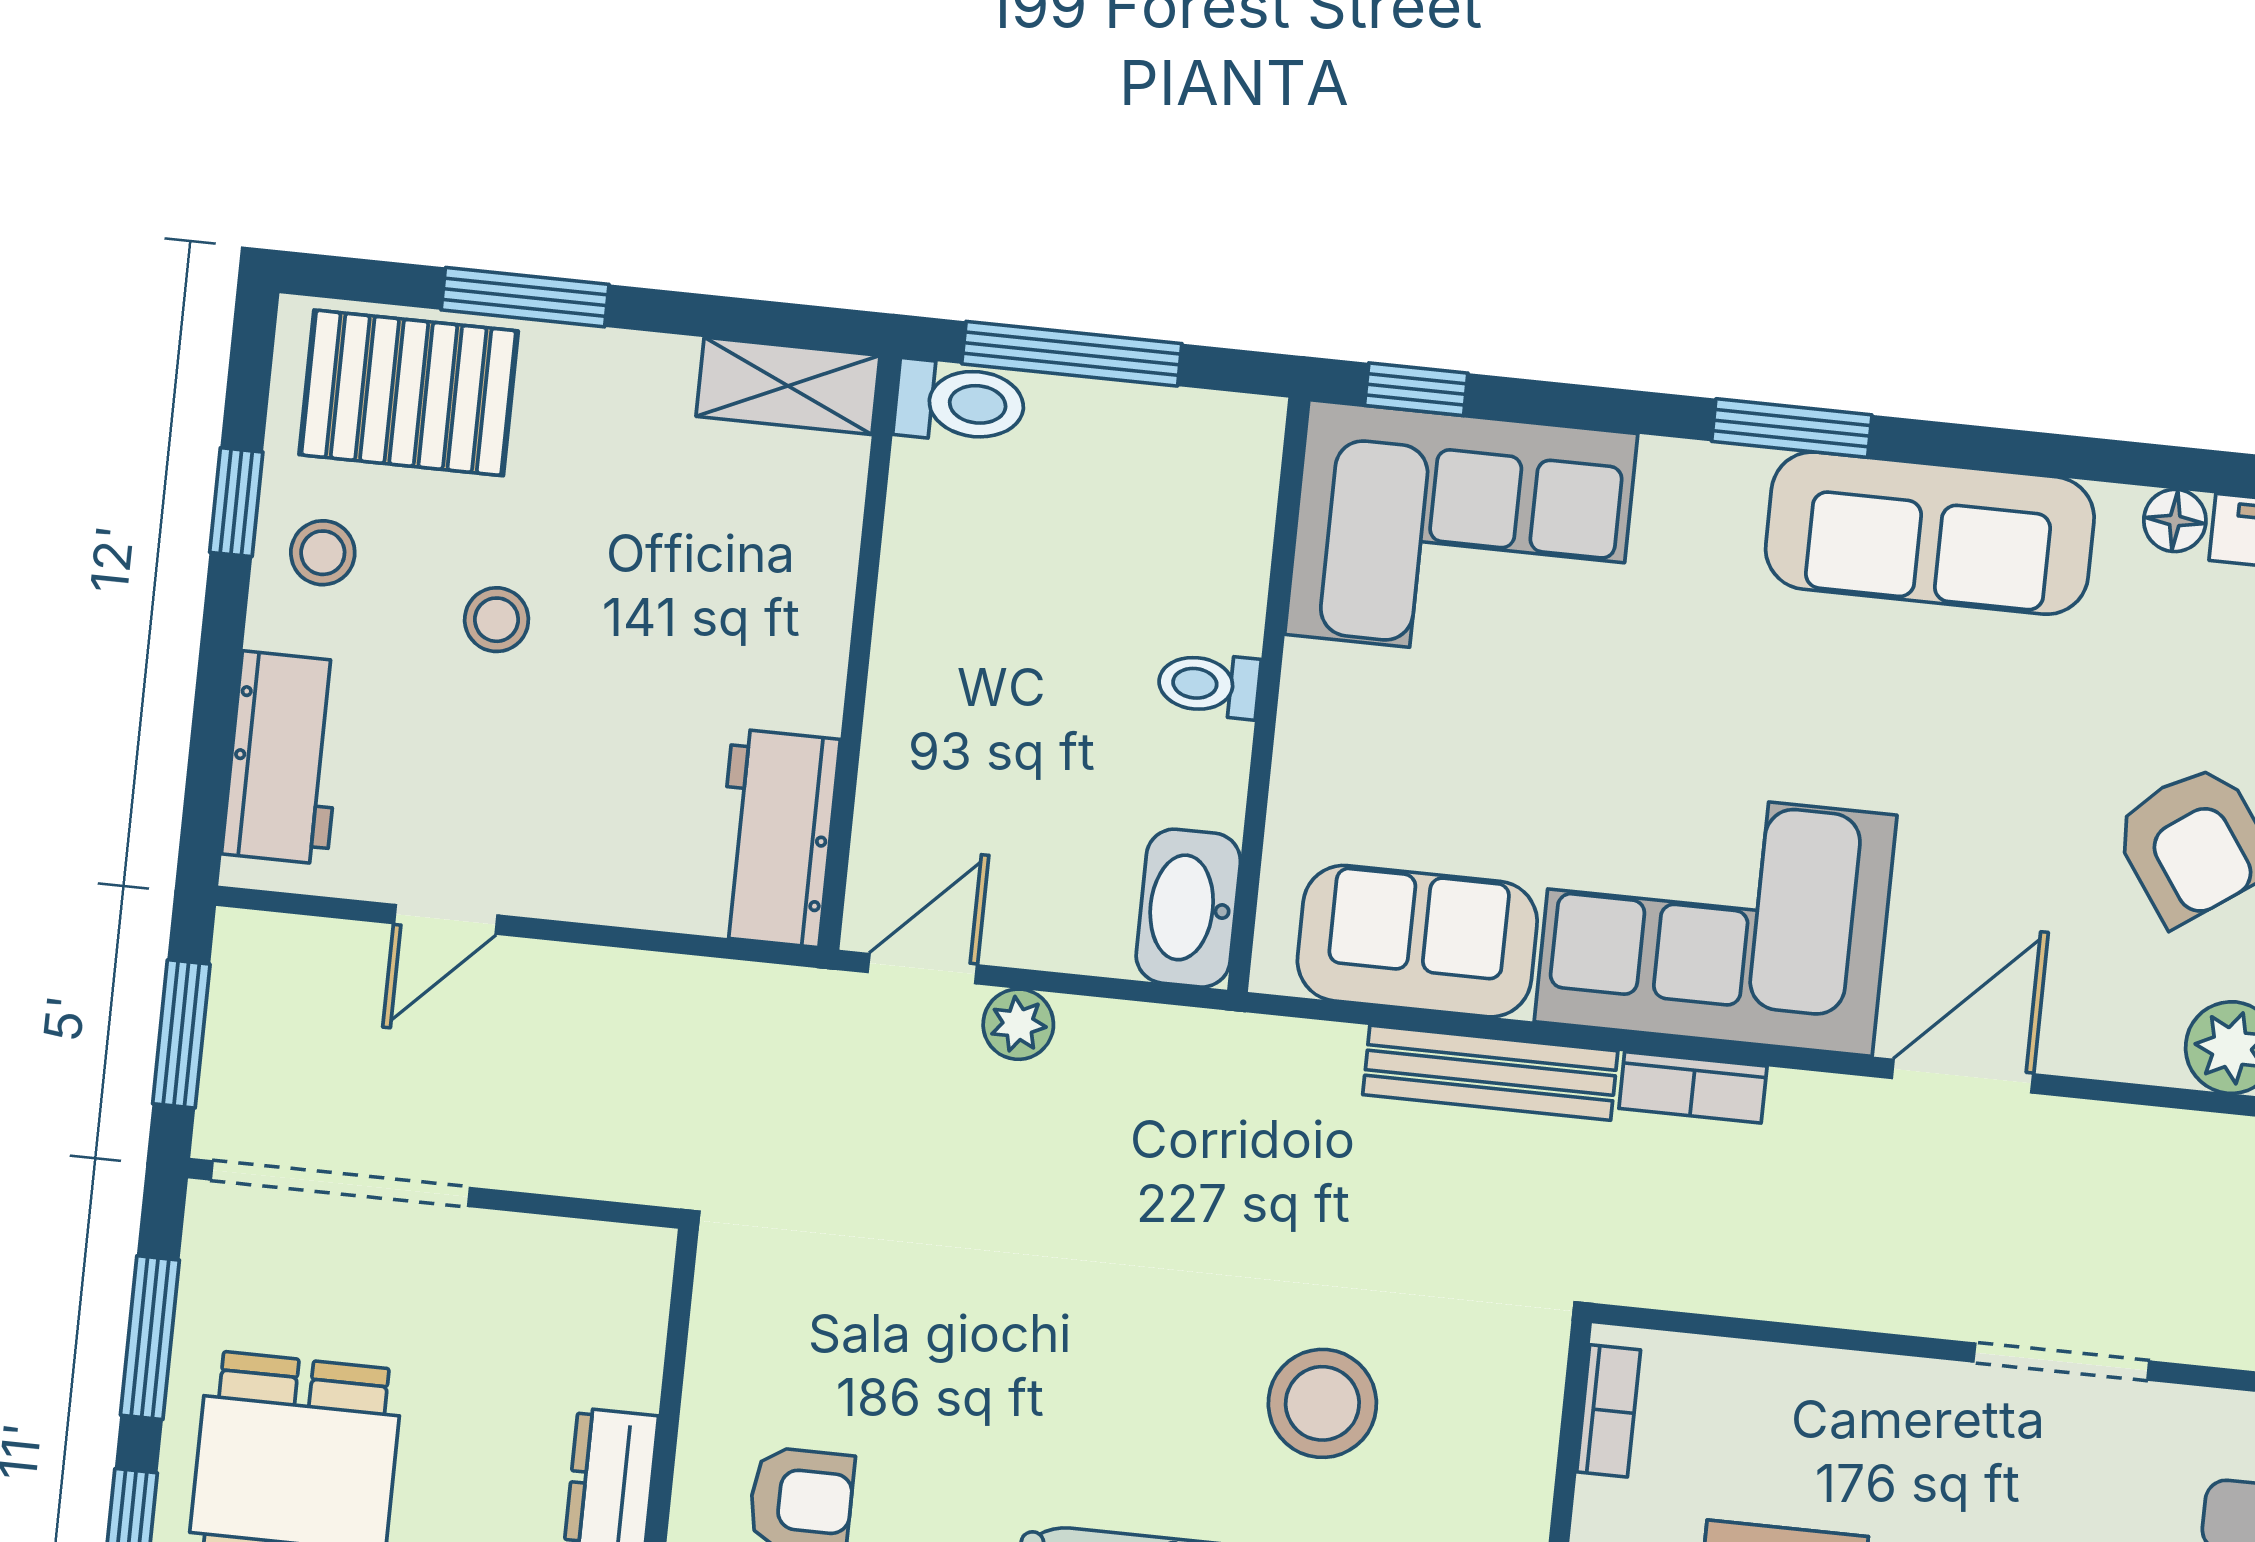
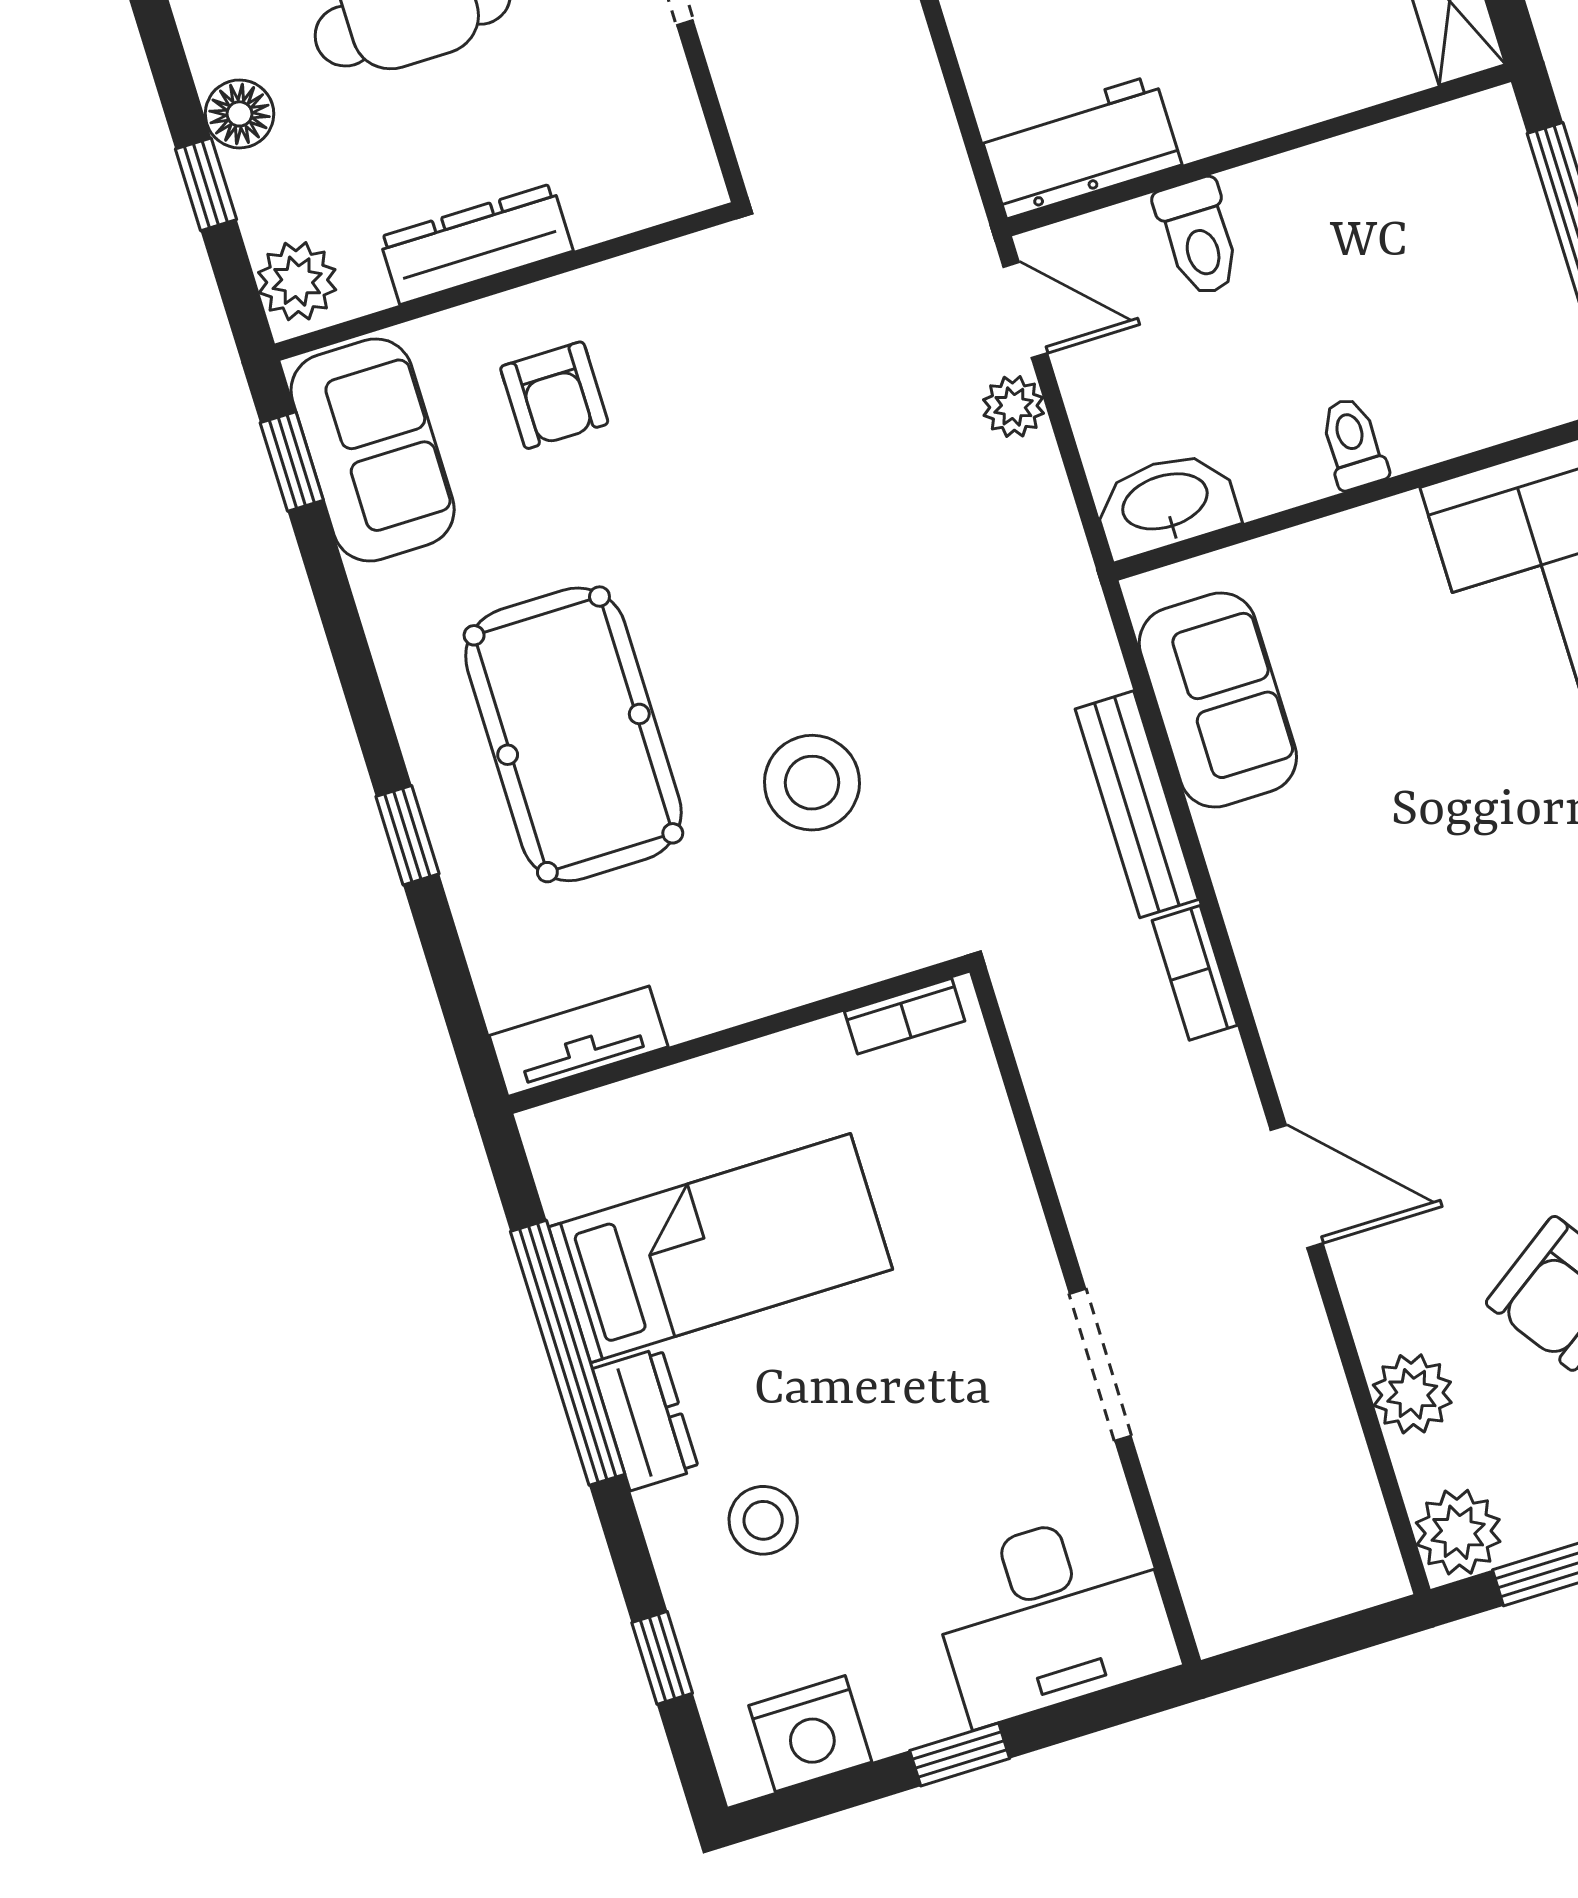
toilet: (960, 403) -> (1198, 237), moved
corner sofa: (1716, 918) -> (1339, 933), removed

